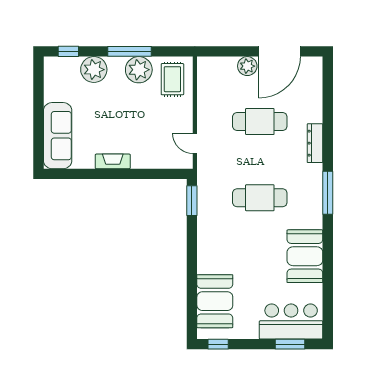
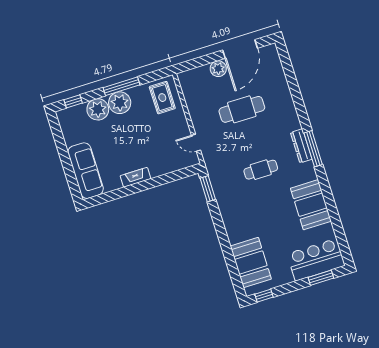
plant: (139, 70) -> (120, 103), moved
dresser: (315, 143) -> (301, 146), moved
cafe table: (260, 198) -> (261, 170), width x0.73, depth x0.74

